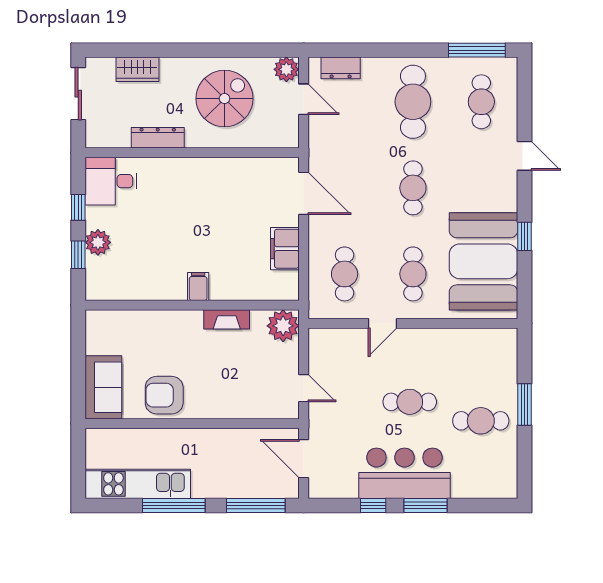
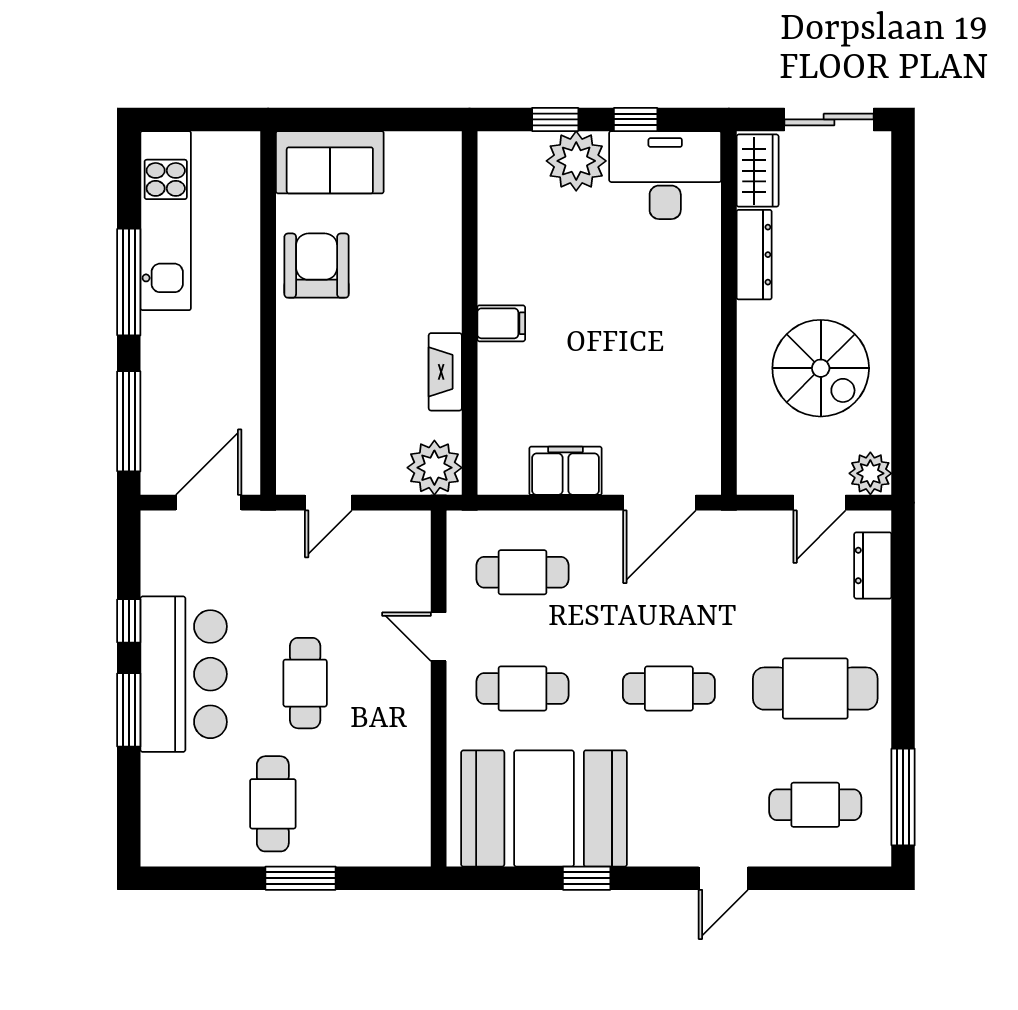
wardrobe: (137, 69) -> (758, 171), moved, turned 180
desk: (111, 181) -> (665, 175), width x1.37
plant: (98, 242) -> (576, 161), width x1.36, depth x1.36

